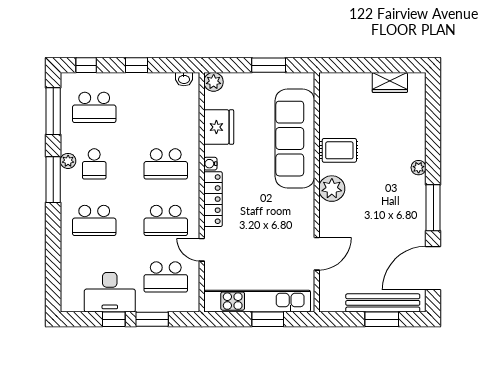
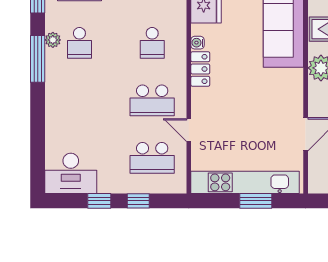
school desk: (166, 164) -> (152, 43), width x0.54
locker: (213, 199) -> (200, 69), width x0.66
school desk: (94, 220) -> (79, 100), removed
desk: (110, 292) -> (71, 173), moved
window: (152, 319) -> (138, 201), width x0.67

